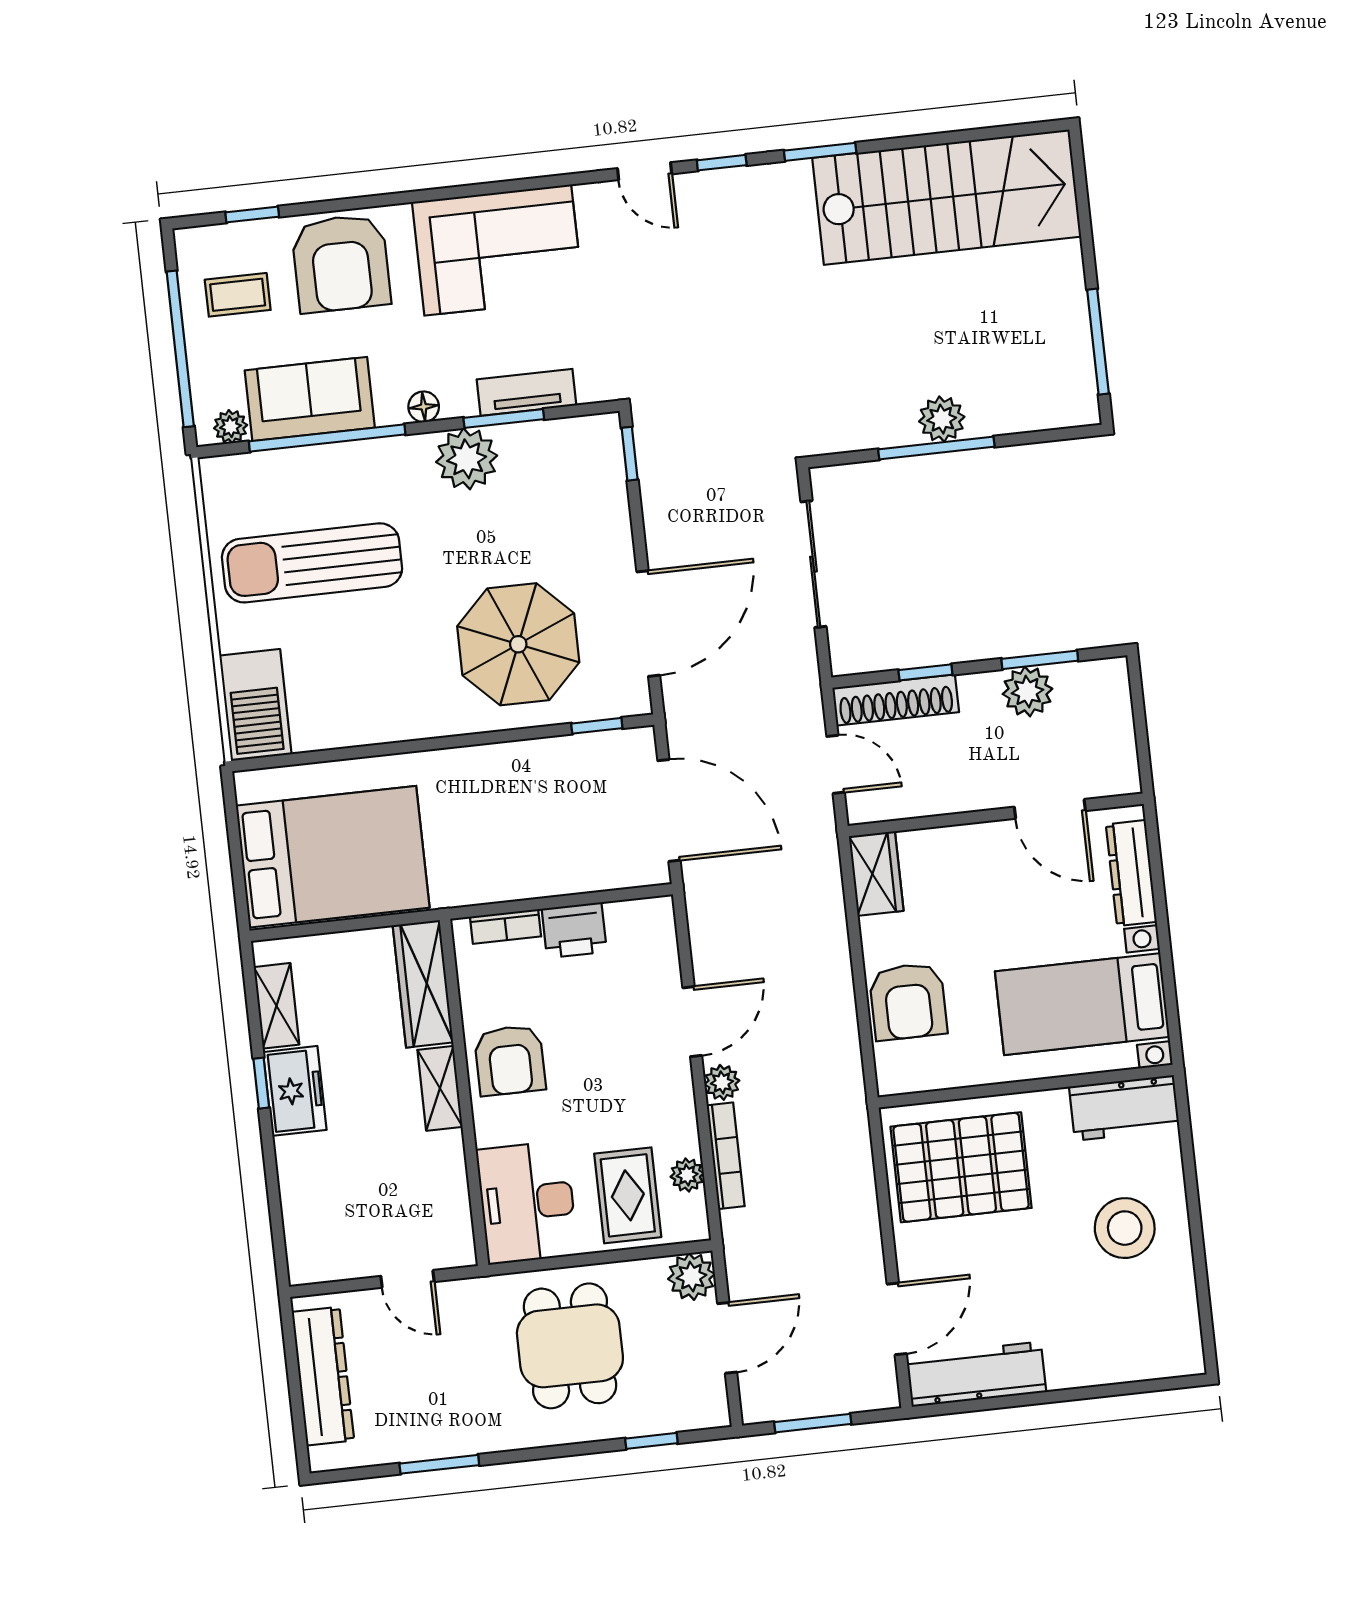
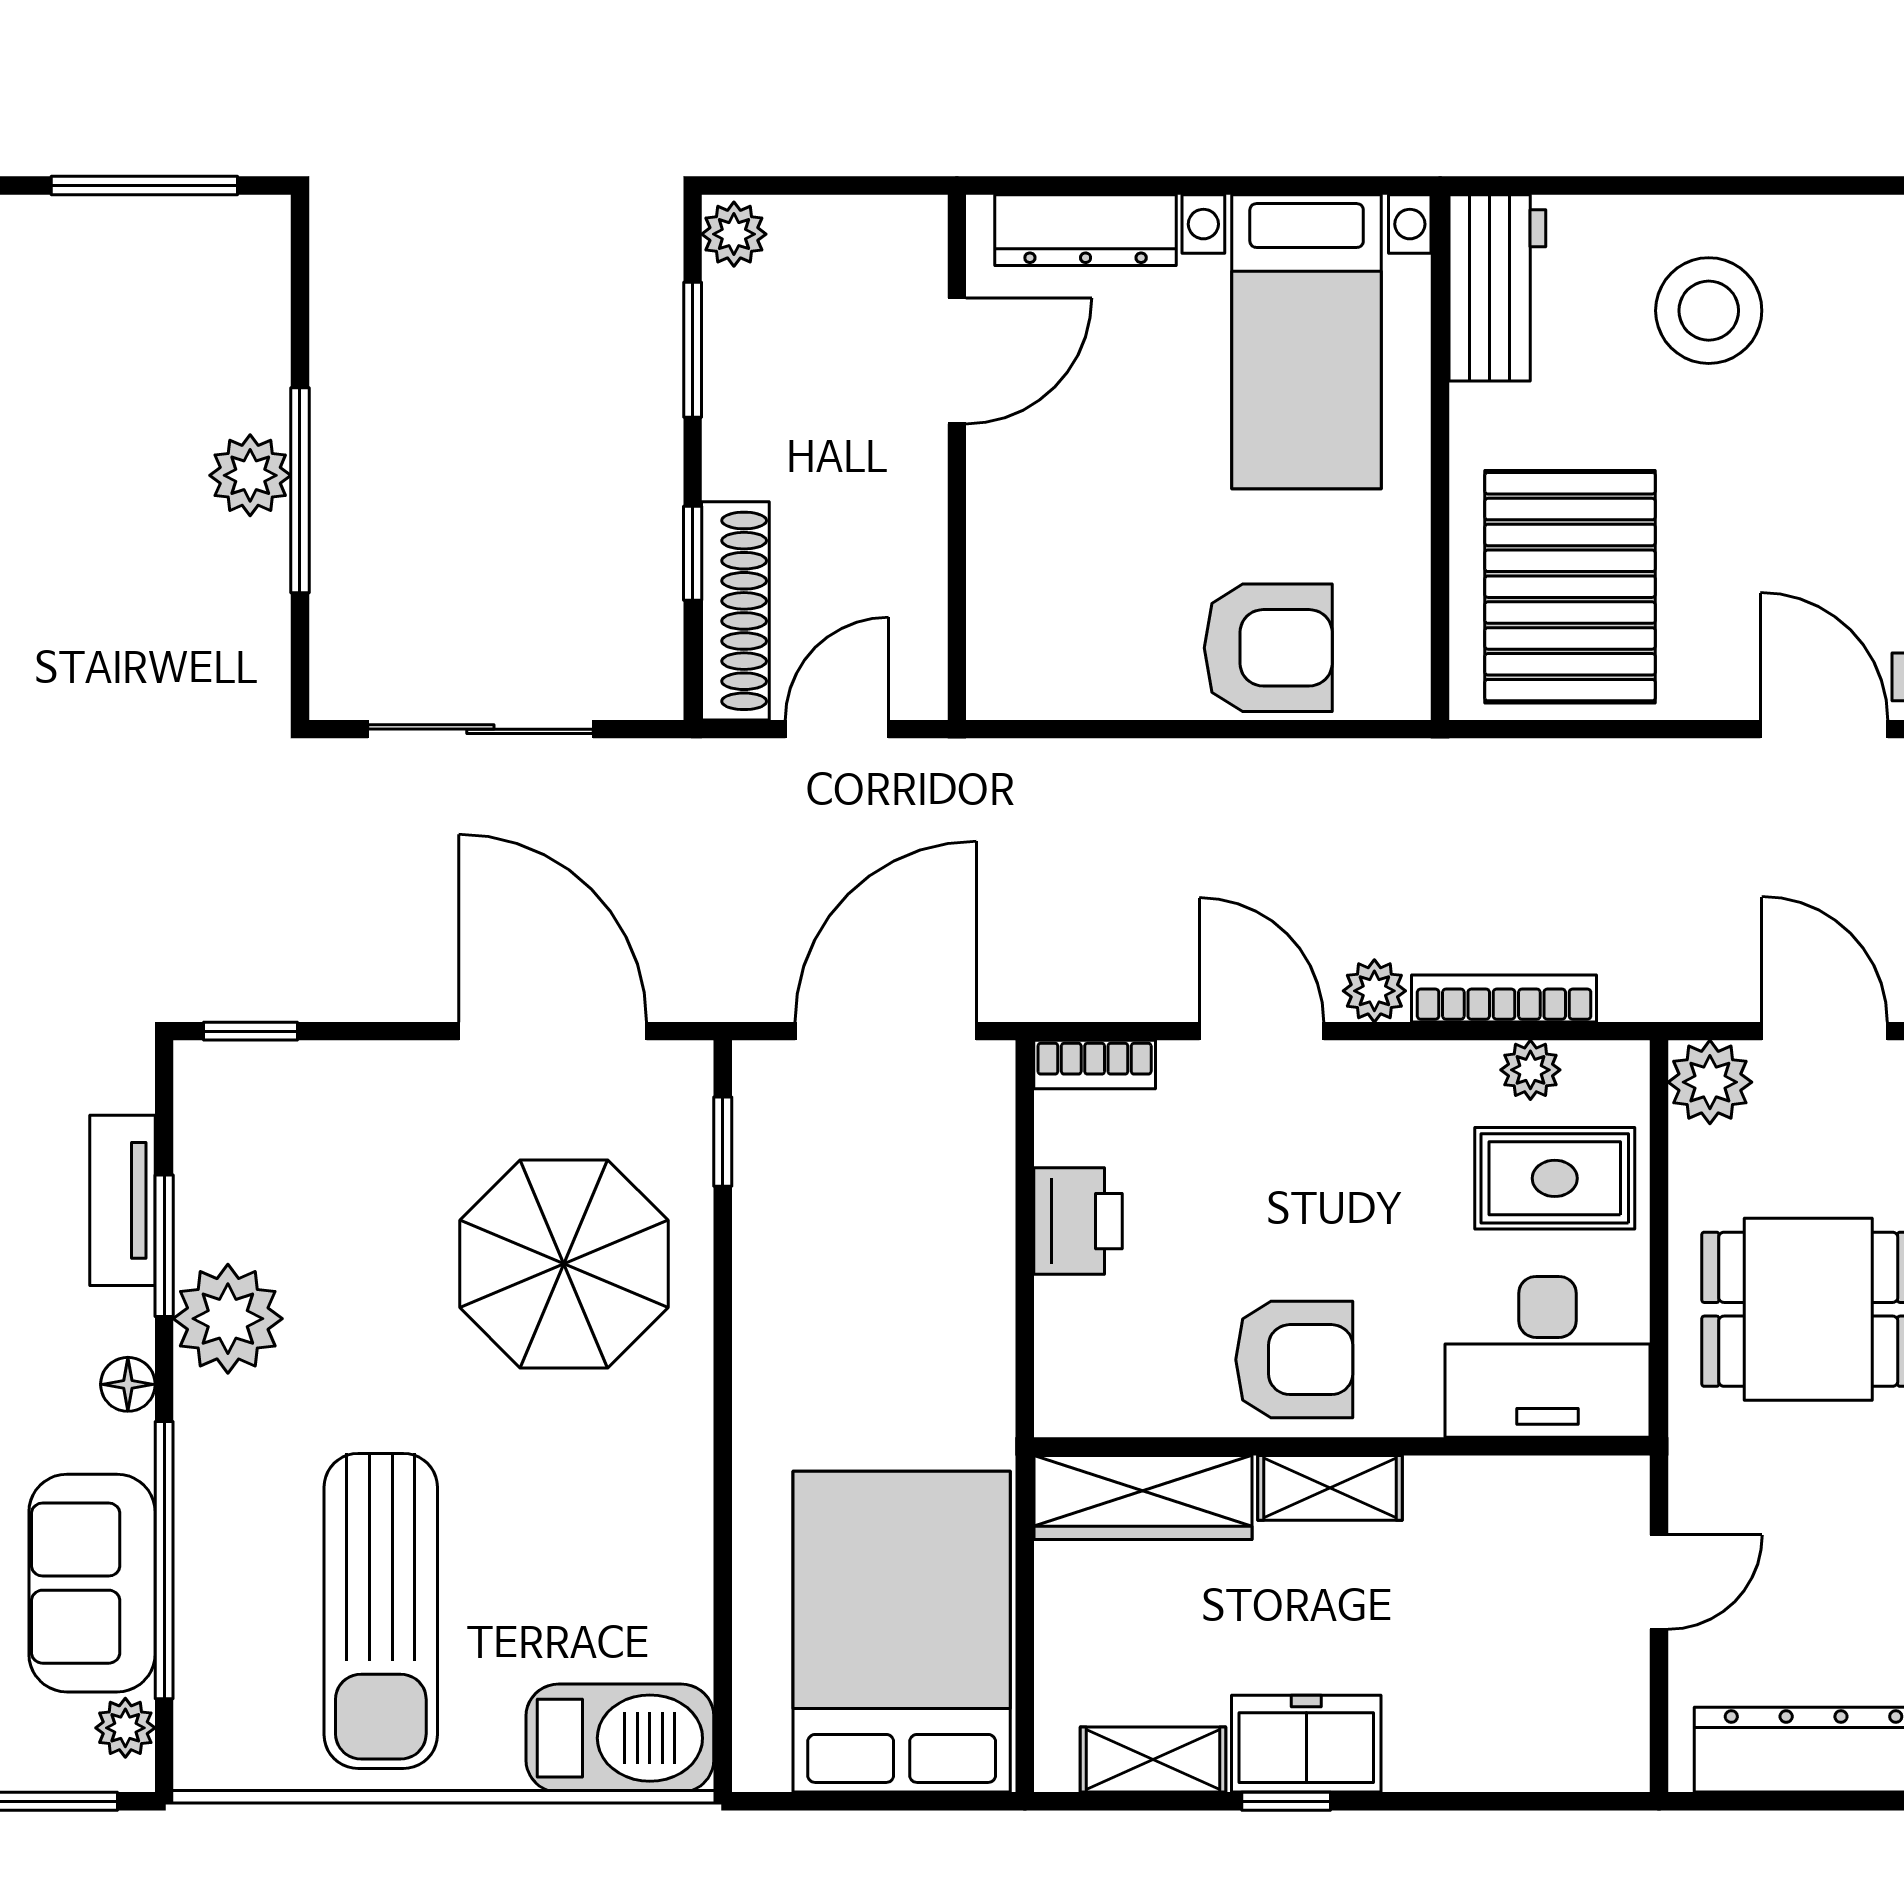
plant: (1027, 691) -> (734, 234), moved, width x0.73, depth x0.73
wardrobe: (876, 873) -> (1037, 679), removed
bookcase: (506, 927) -> (1095, 1065), moved, turned 90

